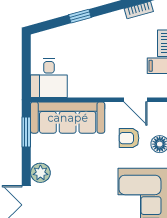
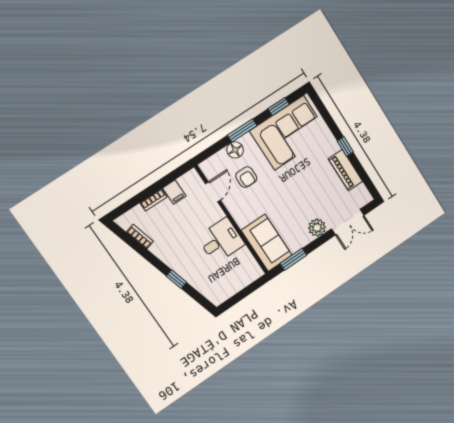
desk: (49, 78) -> (221, 241), moved
sofa: (68, 118) -> (267, 243), width x0.73

